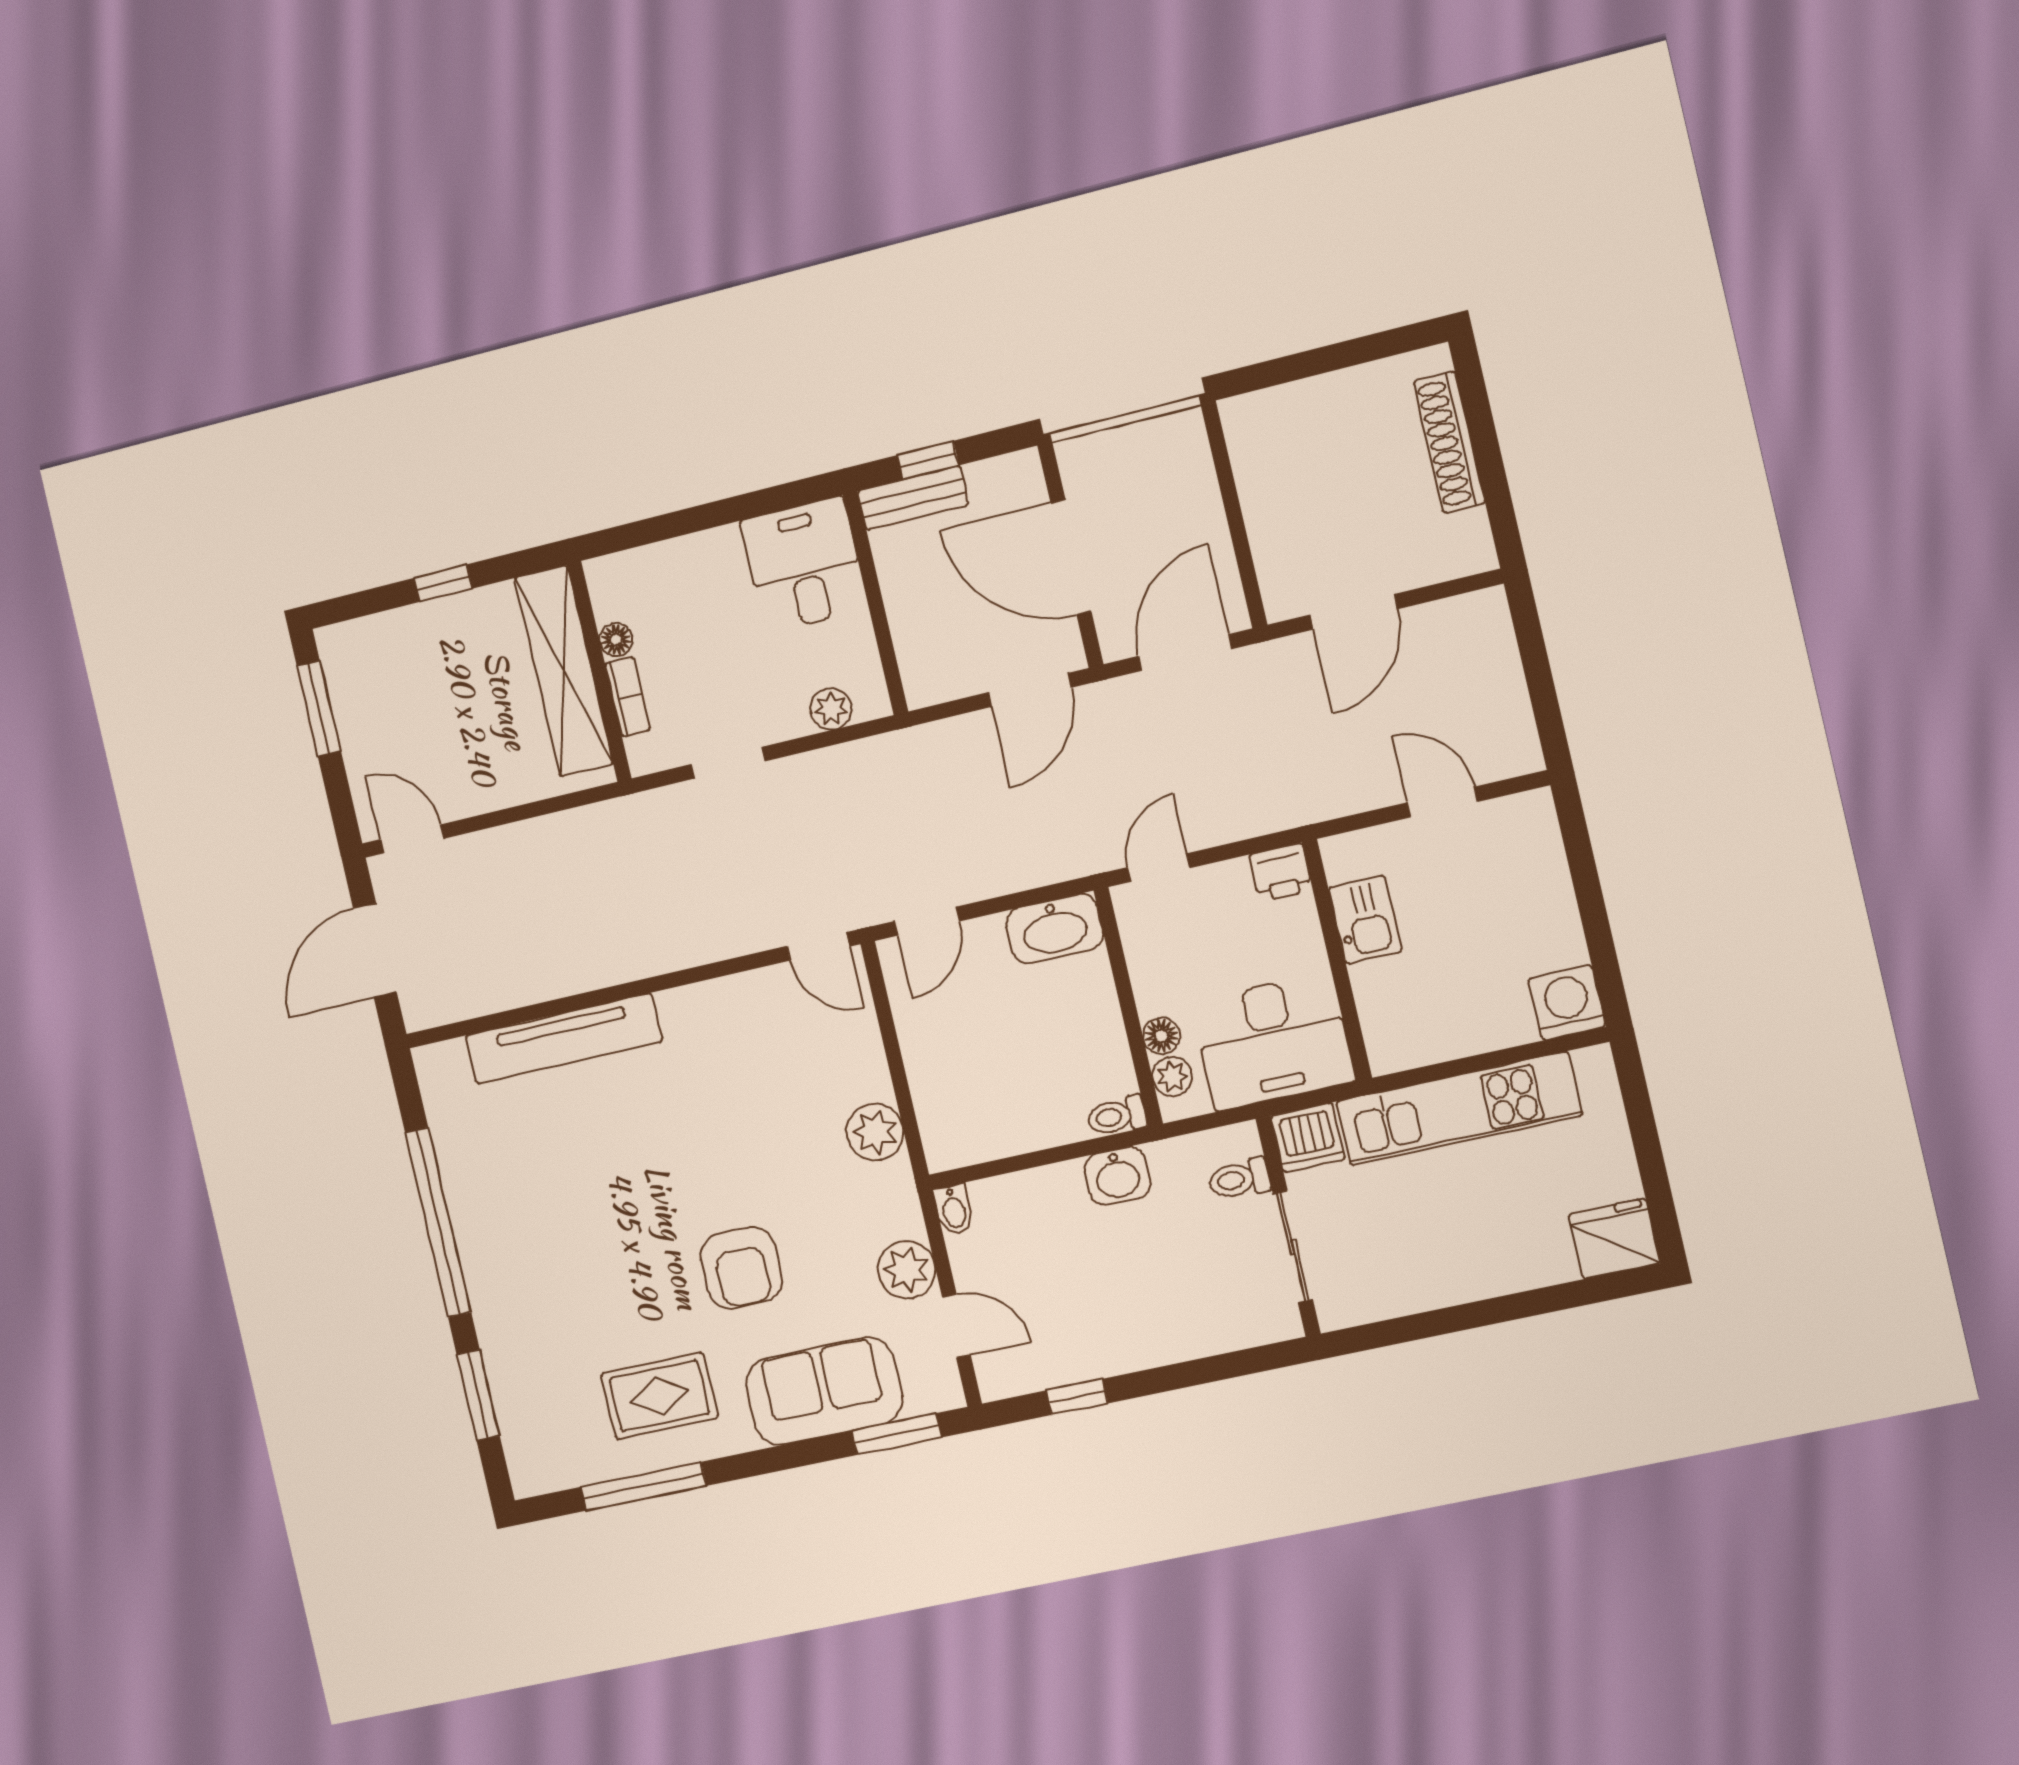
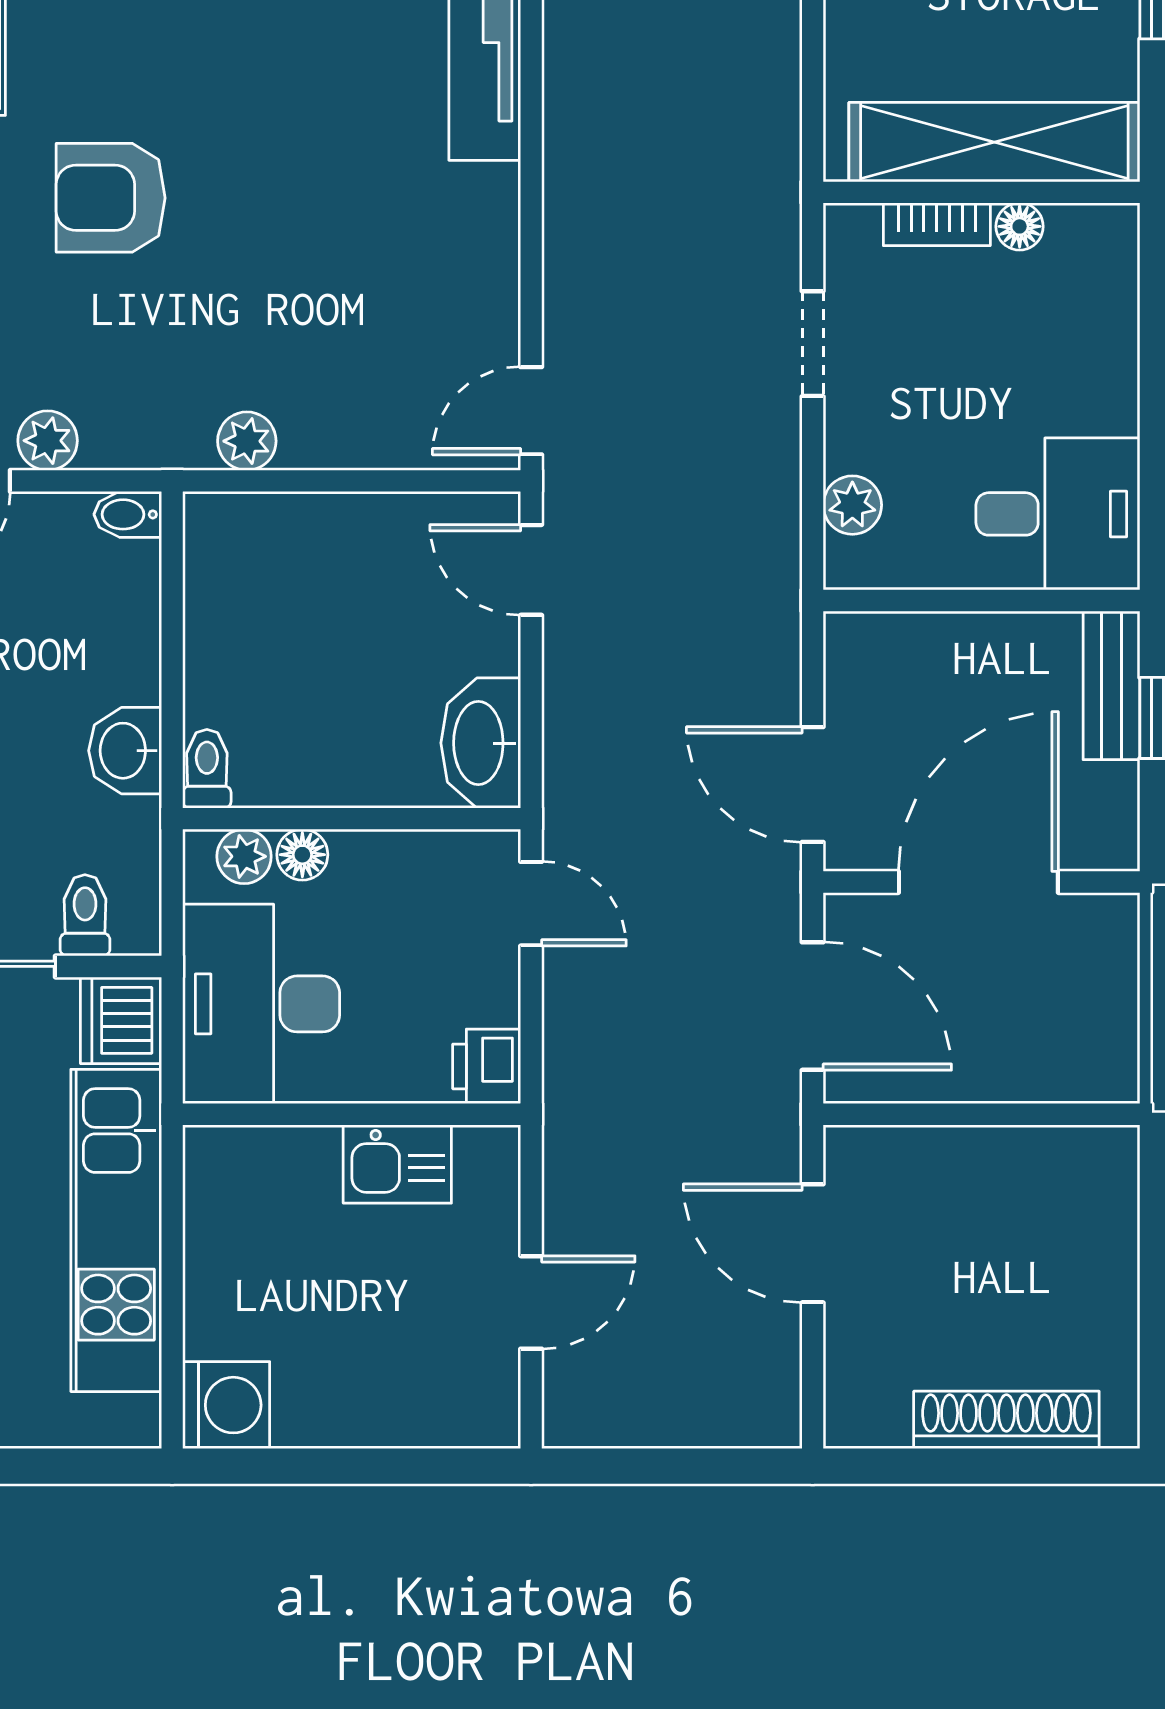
plant: (875, 1132) -> (247, 441), width x0.73, depth x0.73
plant: (906, 1270) -> (48, 441), width x0.73, depth x0.73

